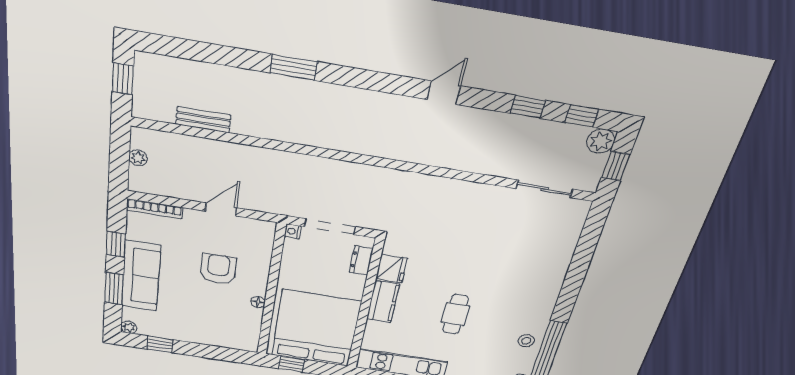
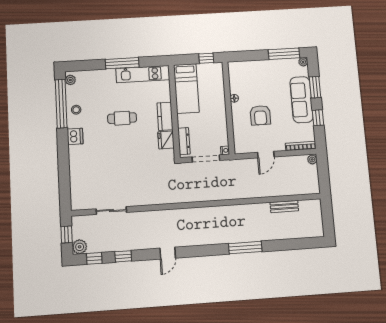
window: (294, 67) -> (245, 248), width x1.44
window: (123, 79) -> (328, 219), removed
plant: (138, 158) -> (312, 159), moved
sliding door: (545, 189) -> (111, 211), moved
dresser: (361, 260) -> (184, 141), width x1.44
dishwasher: (542, 306) -> (75, 136), added
cafe table: (455, 314) -> (122, 118), turned 90
bed: (316, 328) -> (186, 89), width x0.49
window: (160, 344) -> (284, 54), width x2.17

